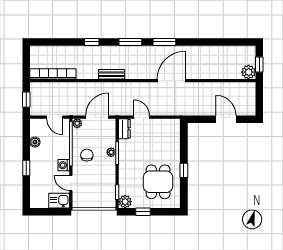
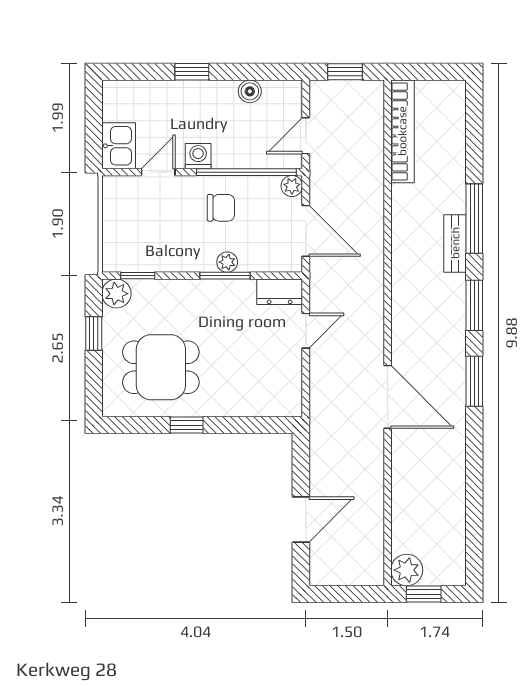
window: (92, 42) -> (474, 219), width x2.17
bench: (112, 74) -> (455, 243), moved

